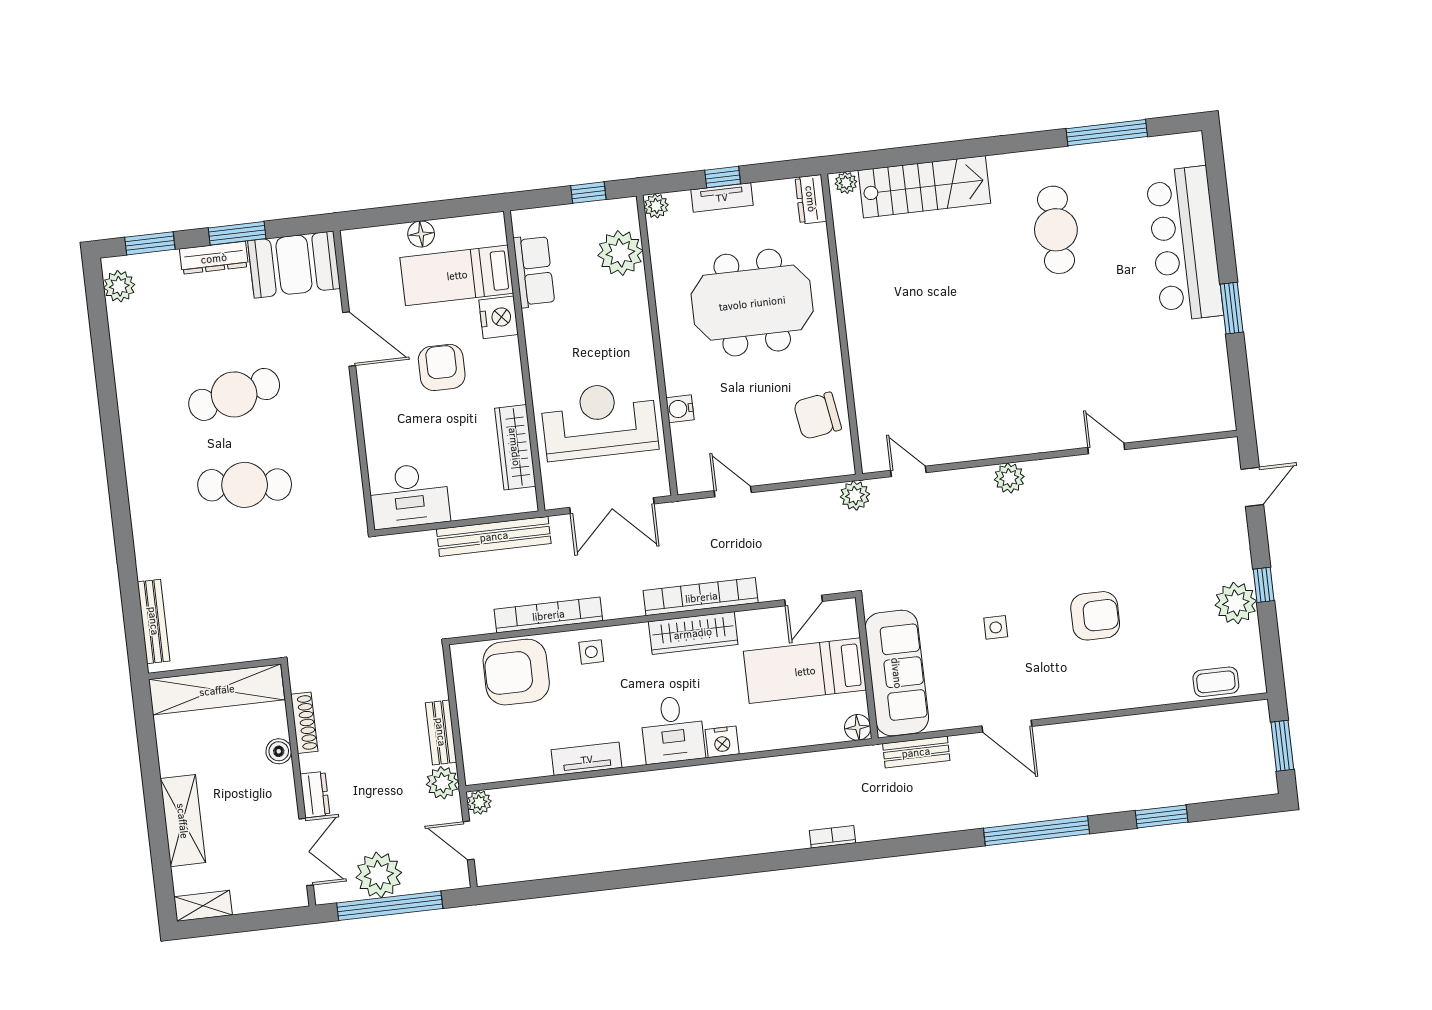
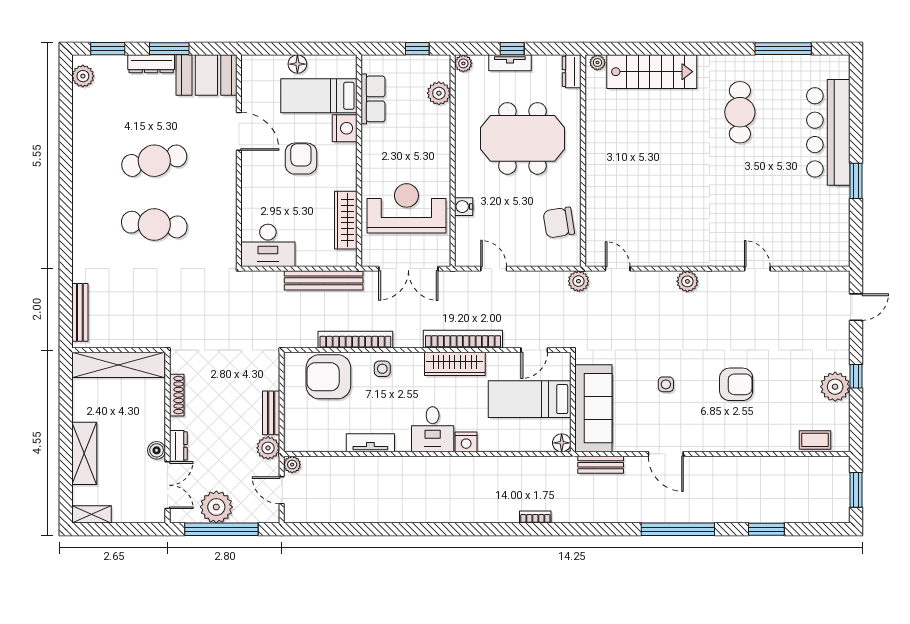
plant: (620, 253) -> (439, 93), width x0.73, depth x0.73
boiler: (279, 751) -> (157, 450), moved

